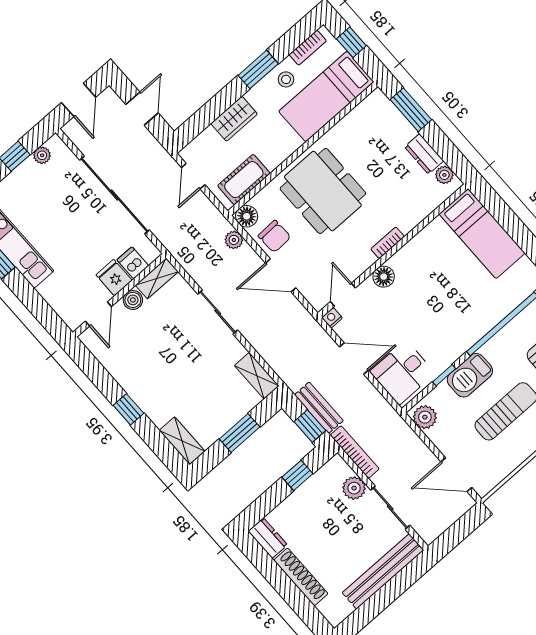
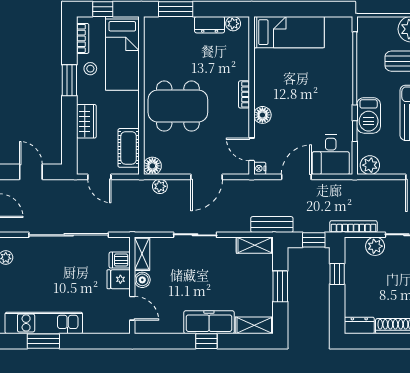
chair: (274, 236) -> (180, 160), removed
freezer: (148, 396) -> (209, 322), added
bench: (319, 408) -> (272, 225), moved

